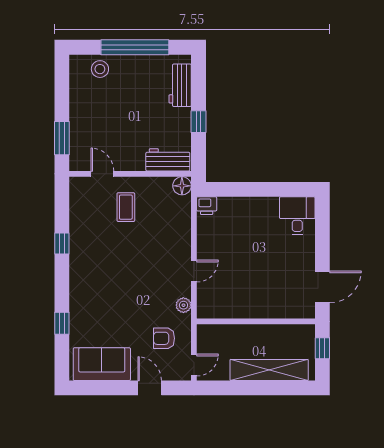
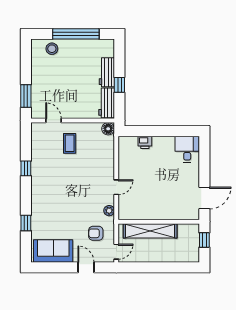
workbench: (180, 85) -> (107, 72), moved
workbench: (168, 160) -> (107, 103), moved, turned -90
printer: (207, 206) -> (145, 142), moved
shelving: (269, 370) -> (150, 231), moved

